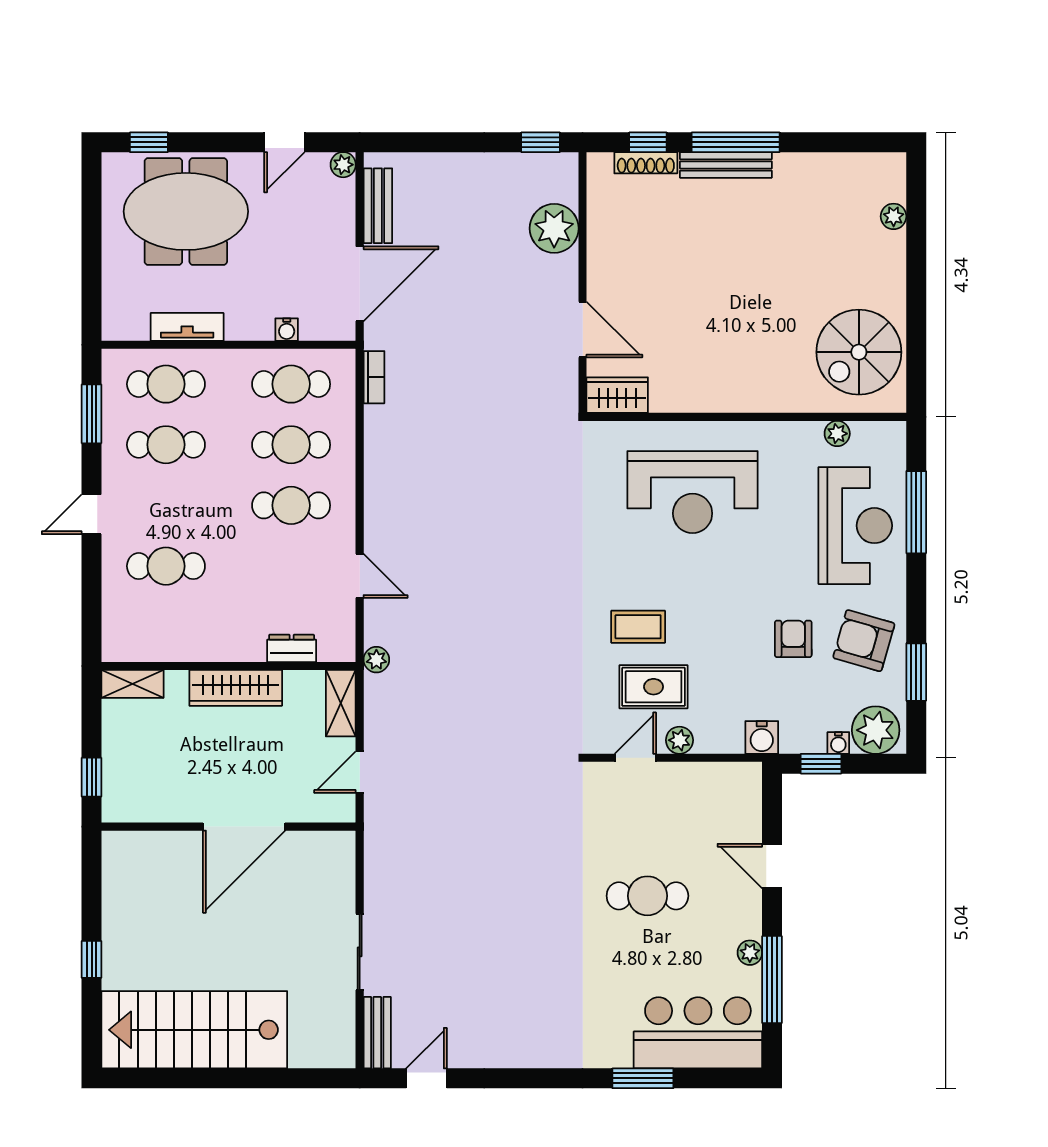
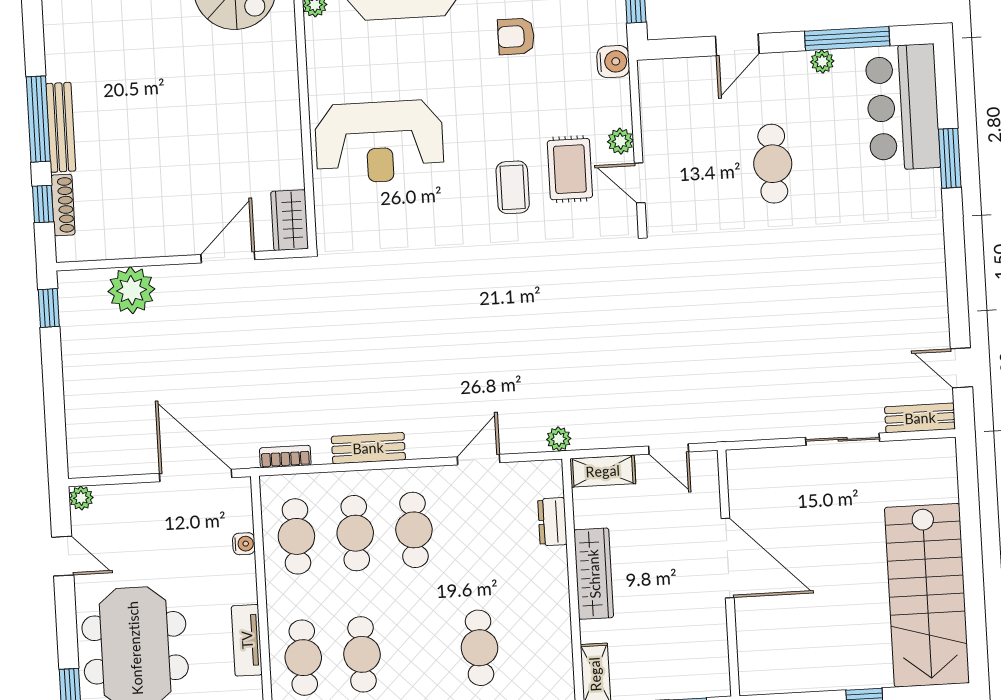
bench: (378, 206) -> (368, 448), moved
reception desk: (693, 492) -> (379, 142), turned 90

